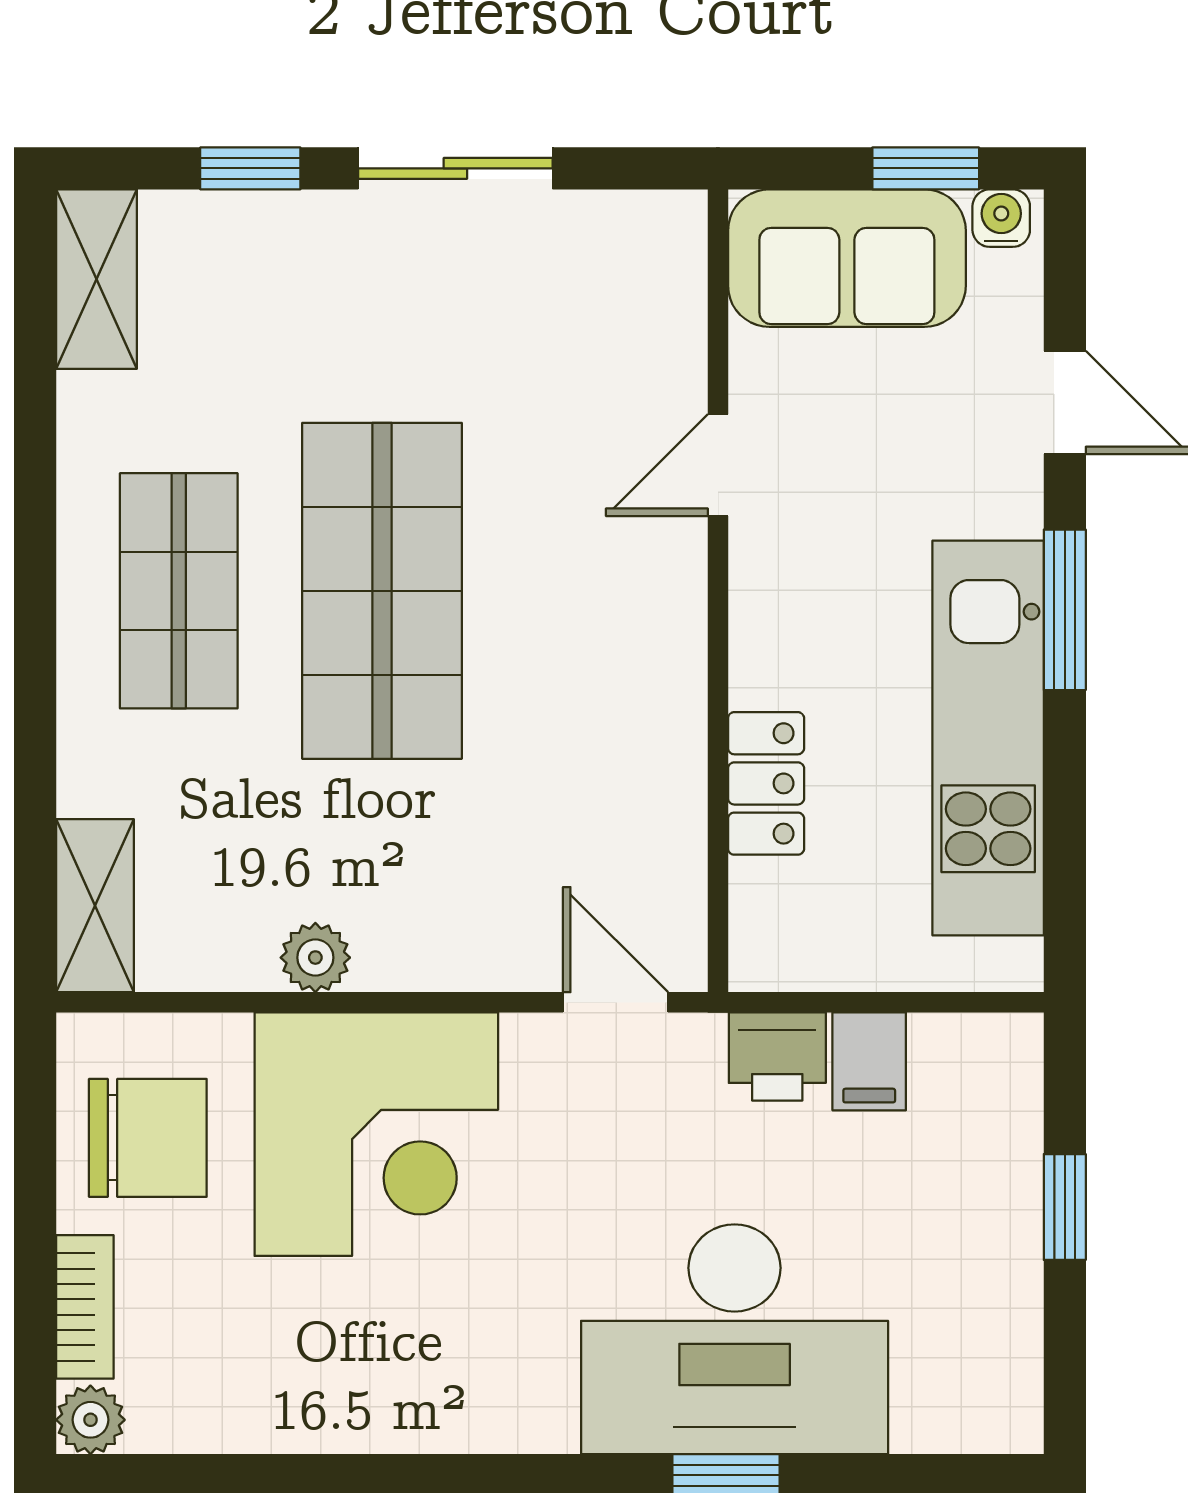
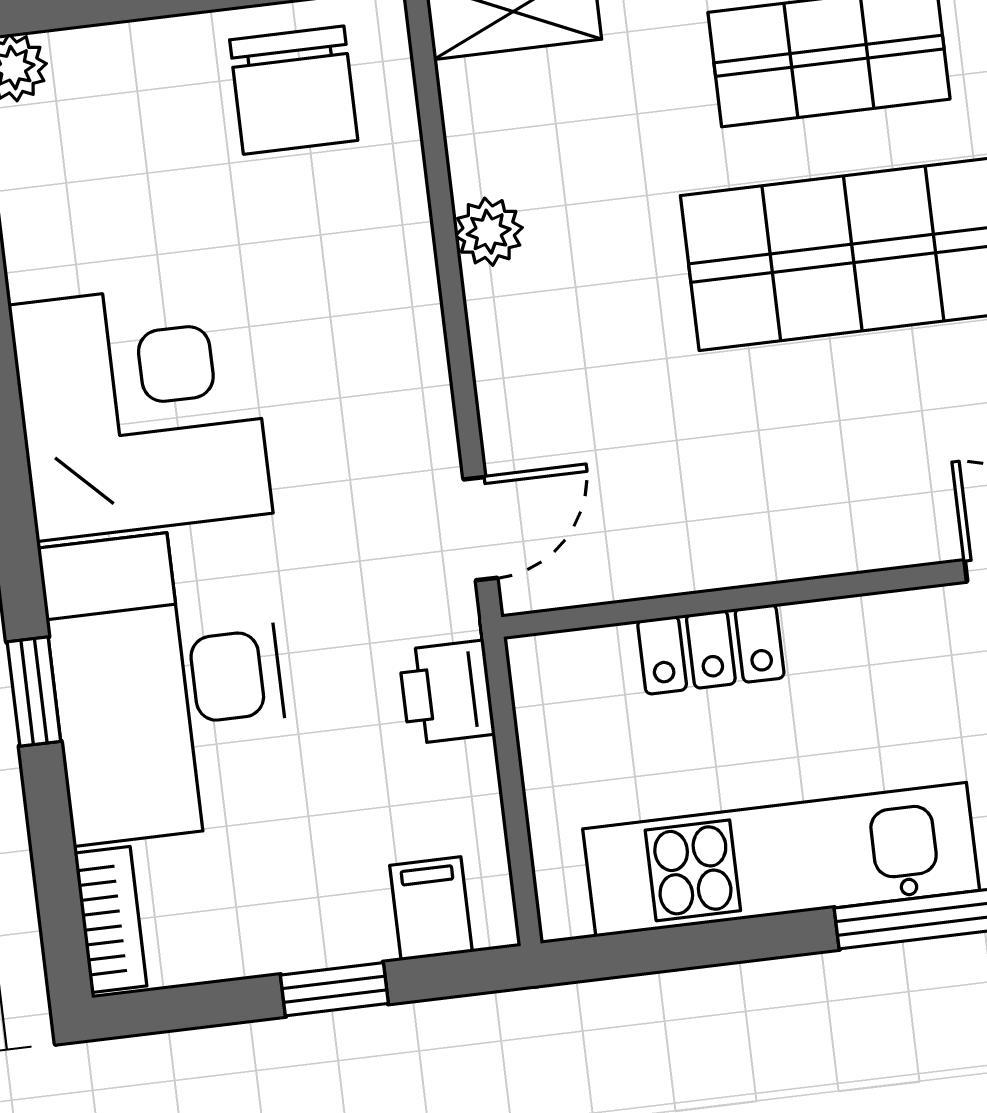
filing cabinet: (869, 1061) -> (431, 909), moved, turned 90
corner desk: (376, 1134) -> (141, 409), moved, turned 180
bookcase: (85, 1307) -> (111, 920), moved, turned -90

